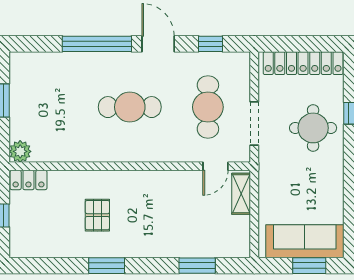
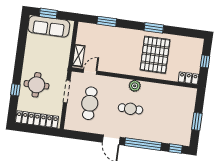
window: (211, 44) -> (176, 149), moved
cafe table: (130, 107) -> (130, 109), width x0.73, depth x0.74
plant: (20, 151) -> (135, 86), moved
pallet: (97, 215) -> (155, 55), width x2.05, depth x2.00

